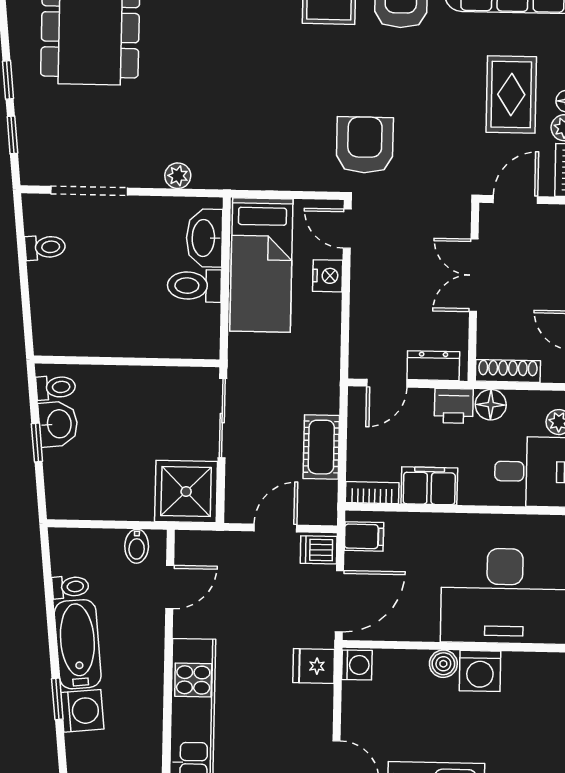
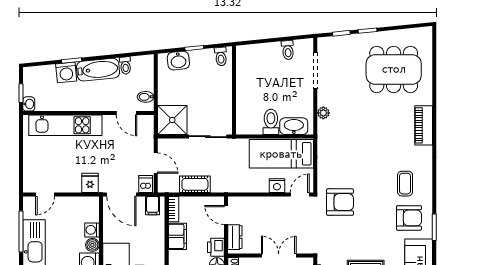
washbasin: (58, 424) -> (178, 61), moved
washing machine: (357, 665) -> (92, 230), moved, turned 90

